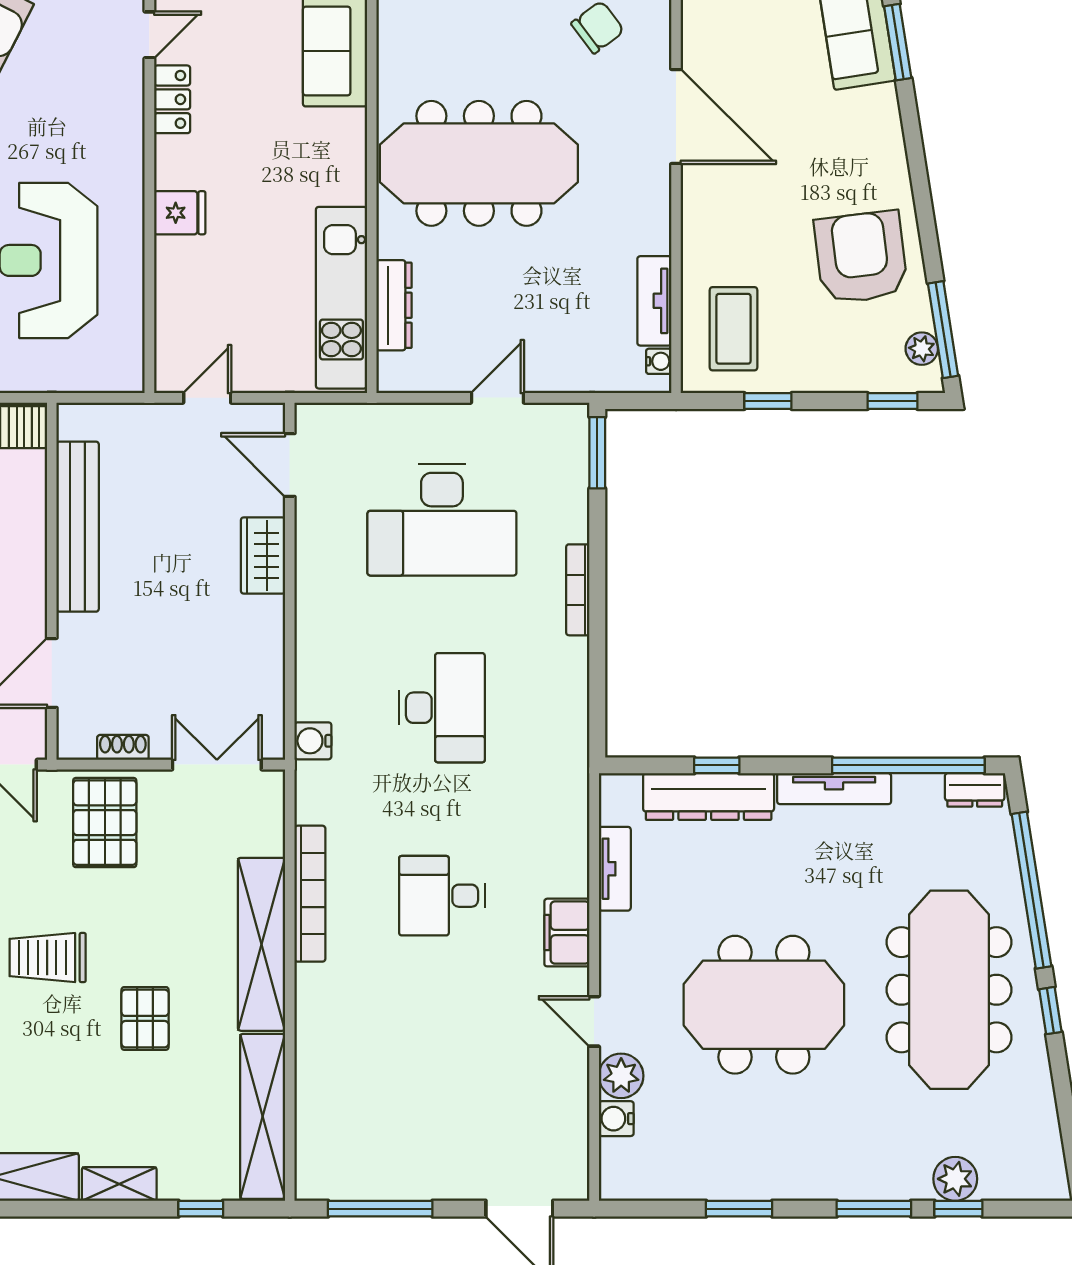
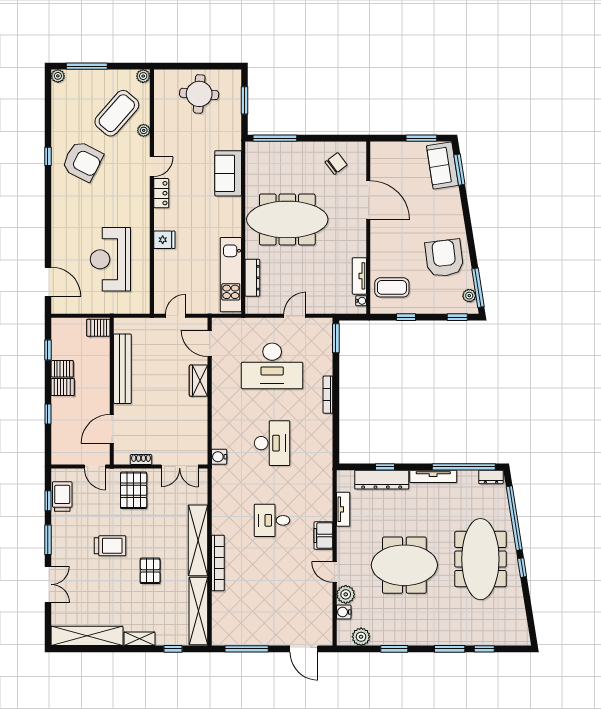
coffee table: (734, 329) -> (392, 287), turned 90
double door: (217, 765) -> (180, 467), swing flipped
bookcase: (310, 894) -> (218, 563), moved
trolley: (48, 958) -> (110, 546), turned 180
plant: (955, 1179) -> (361, 637), moved

